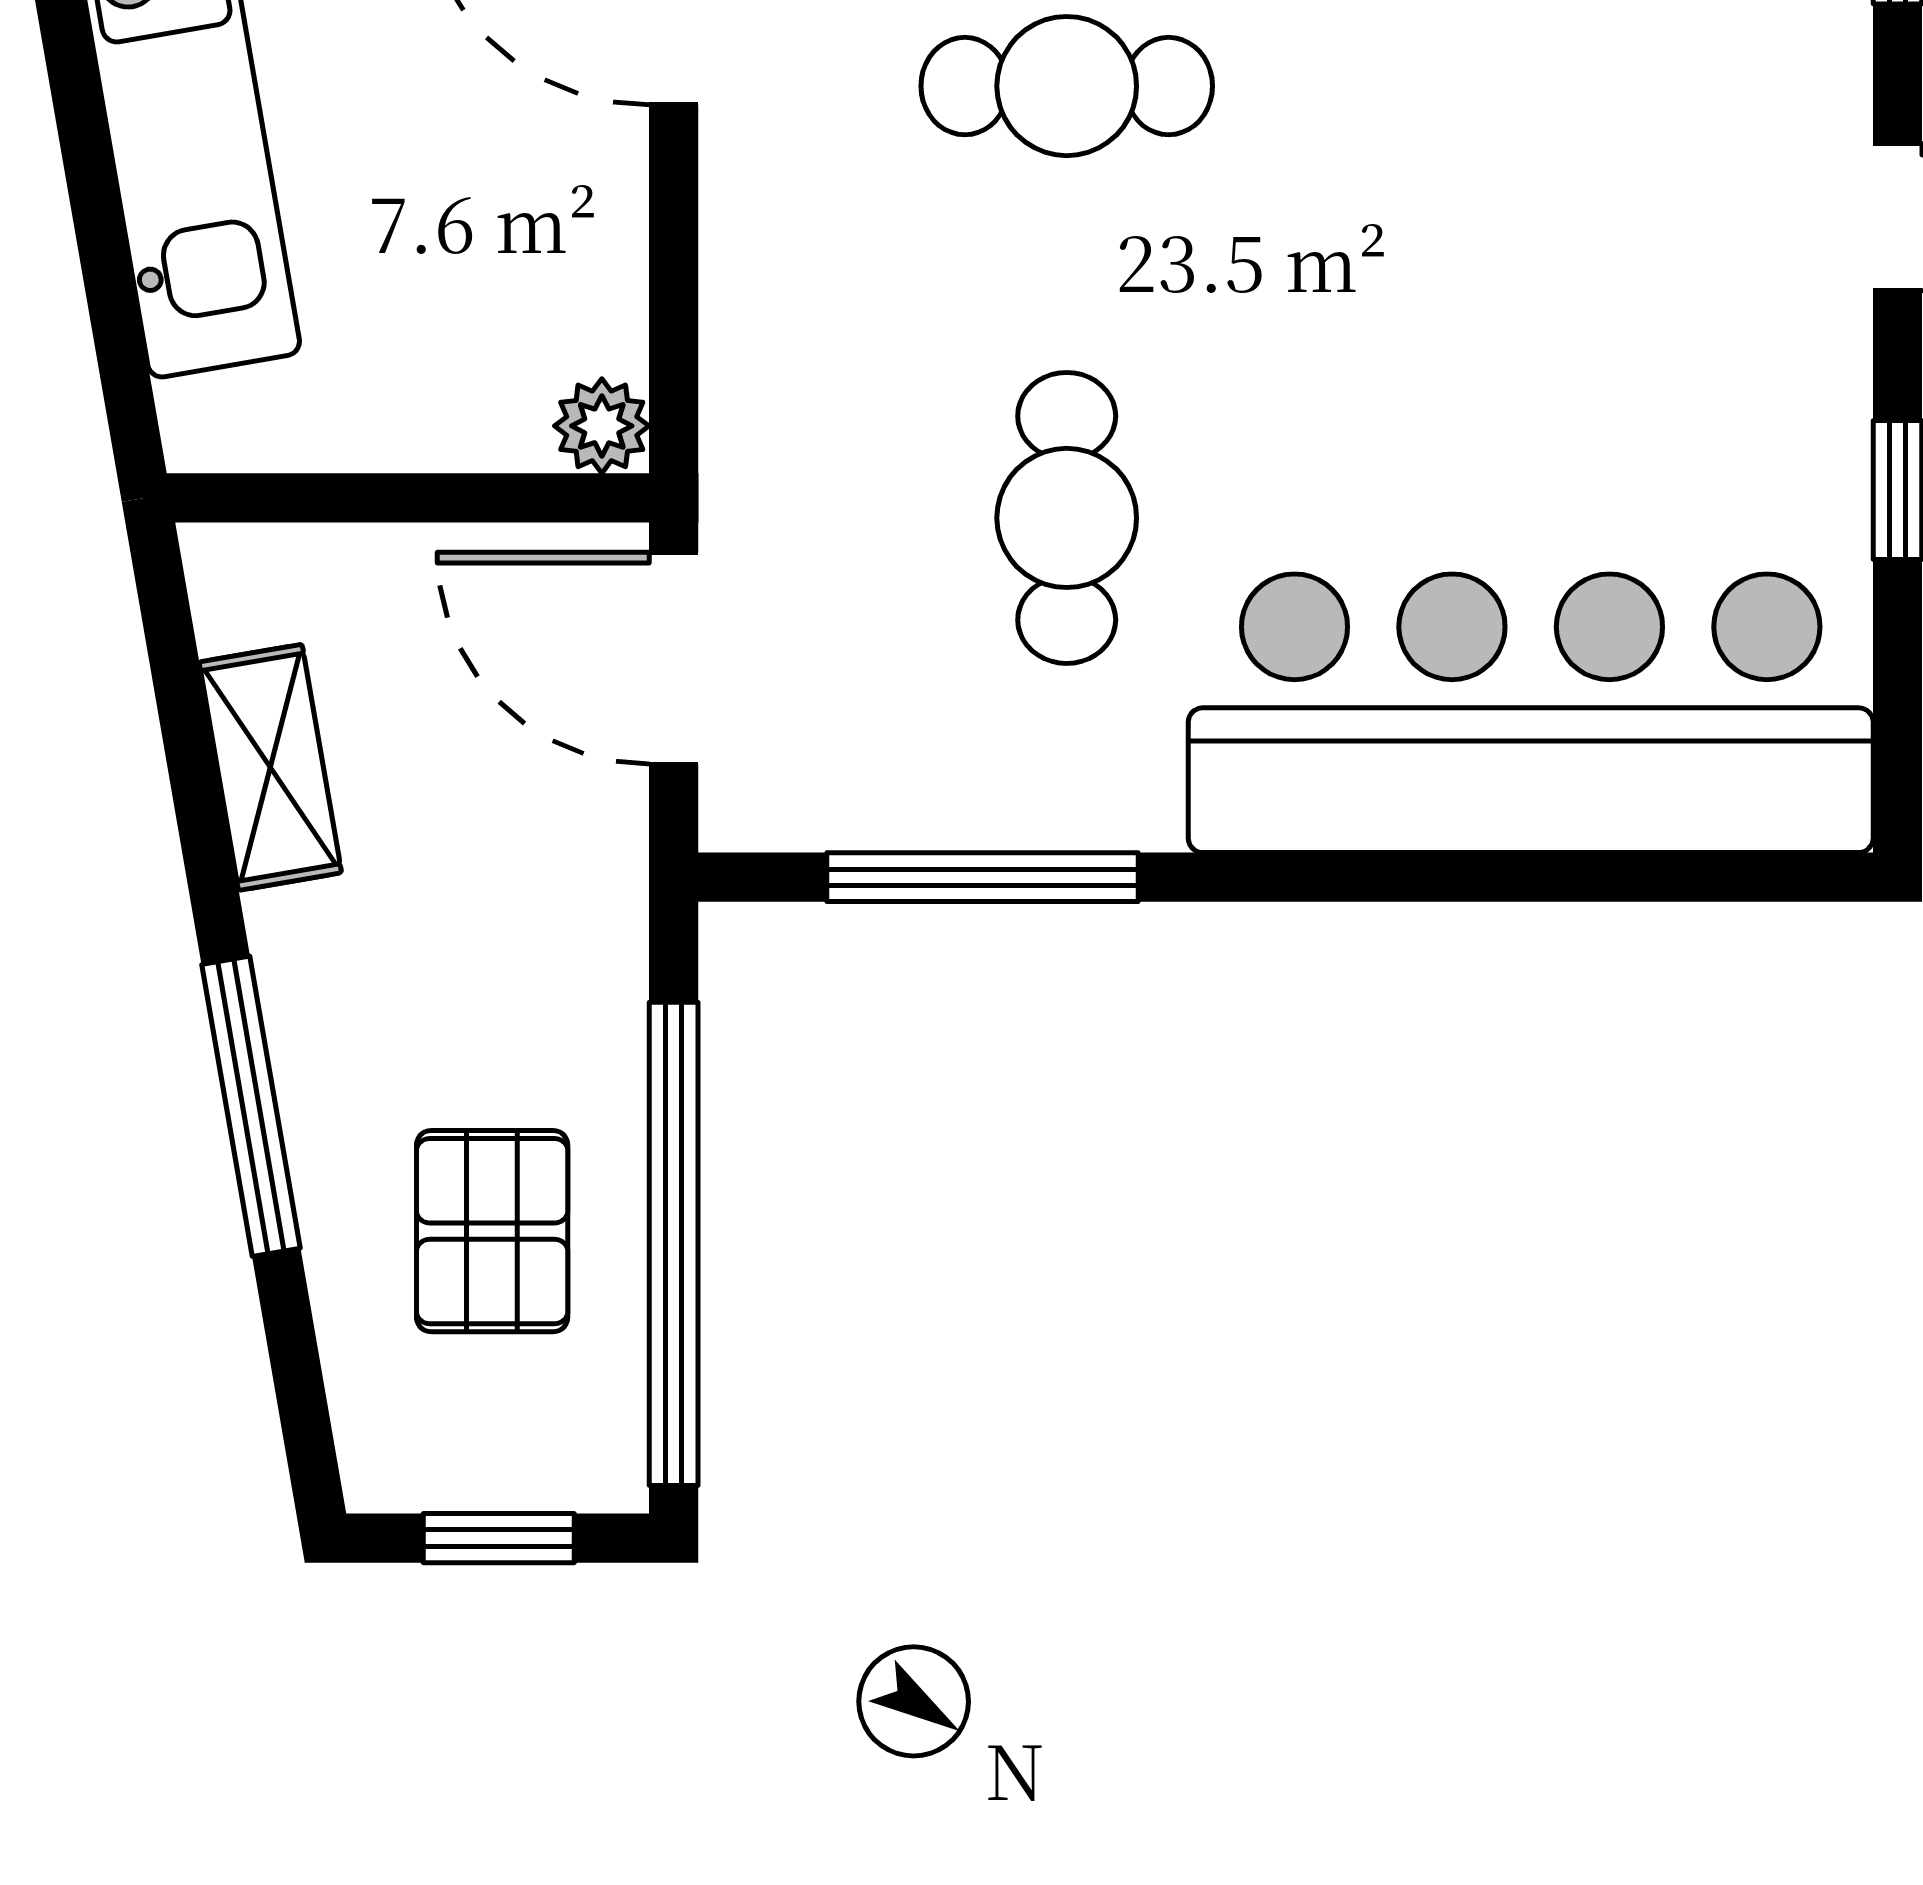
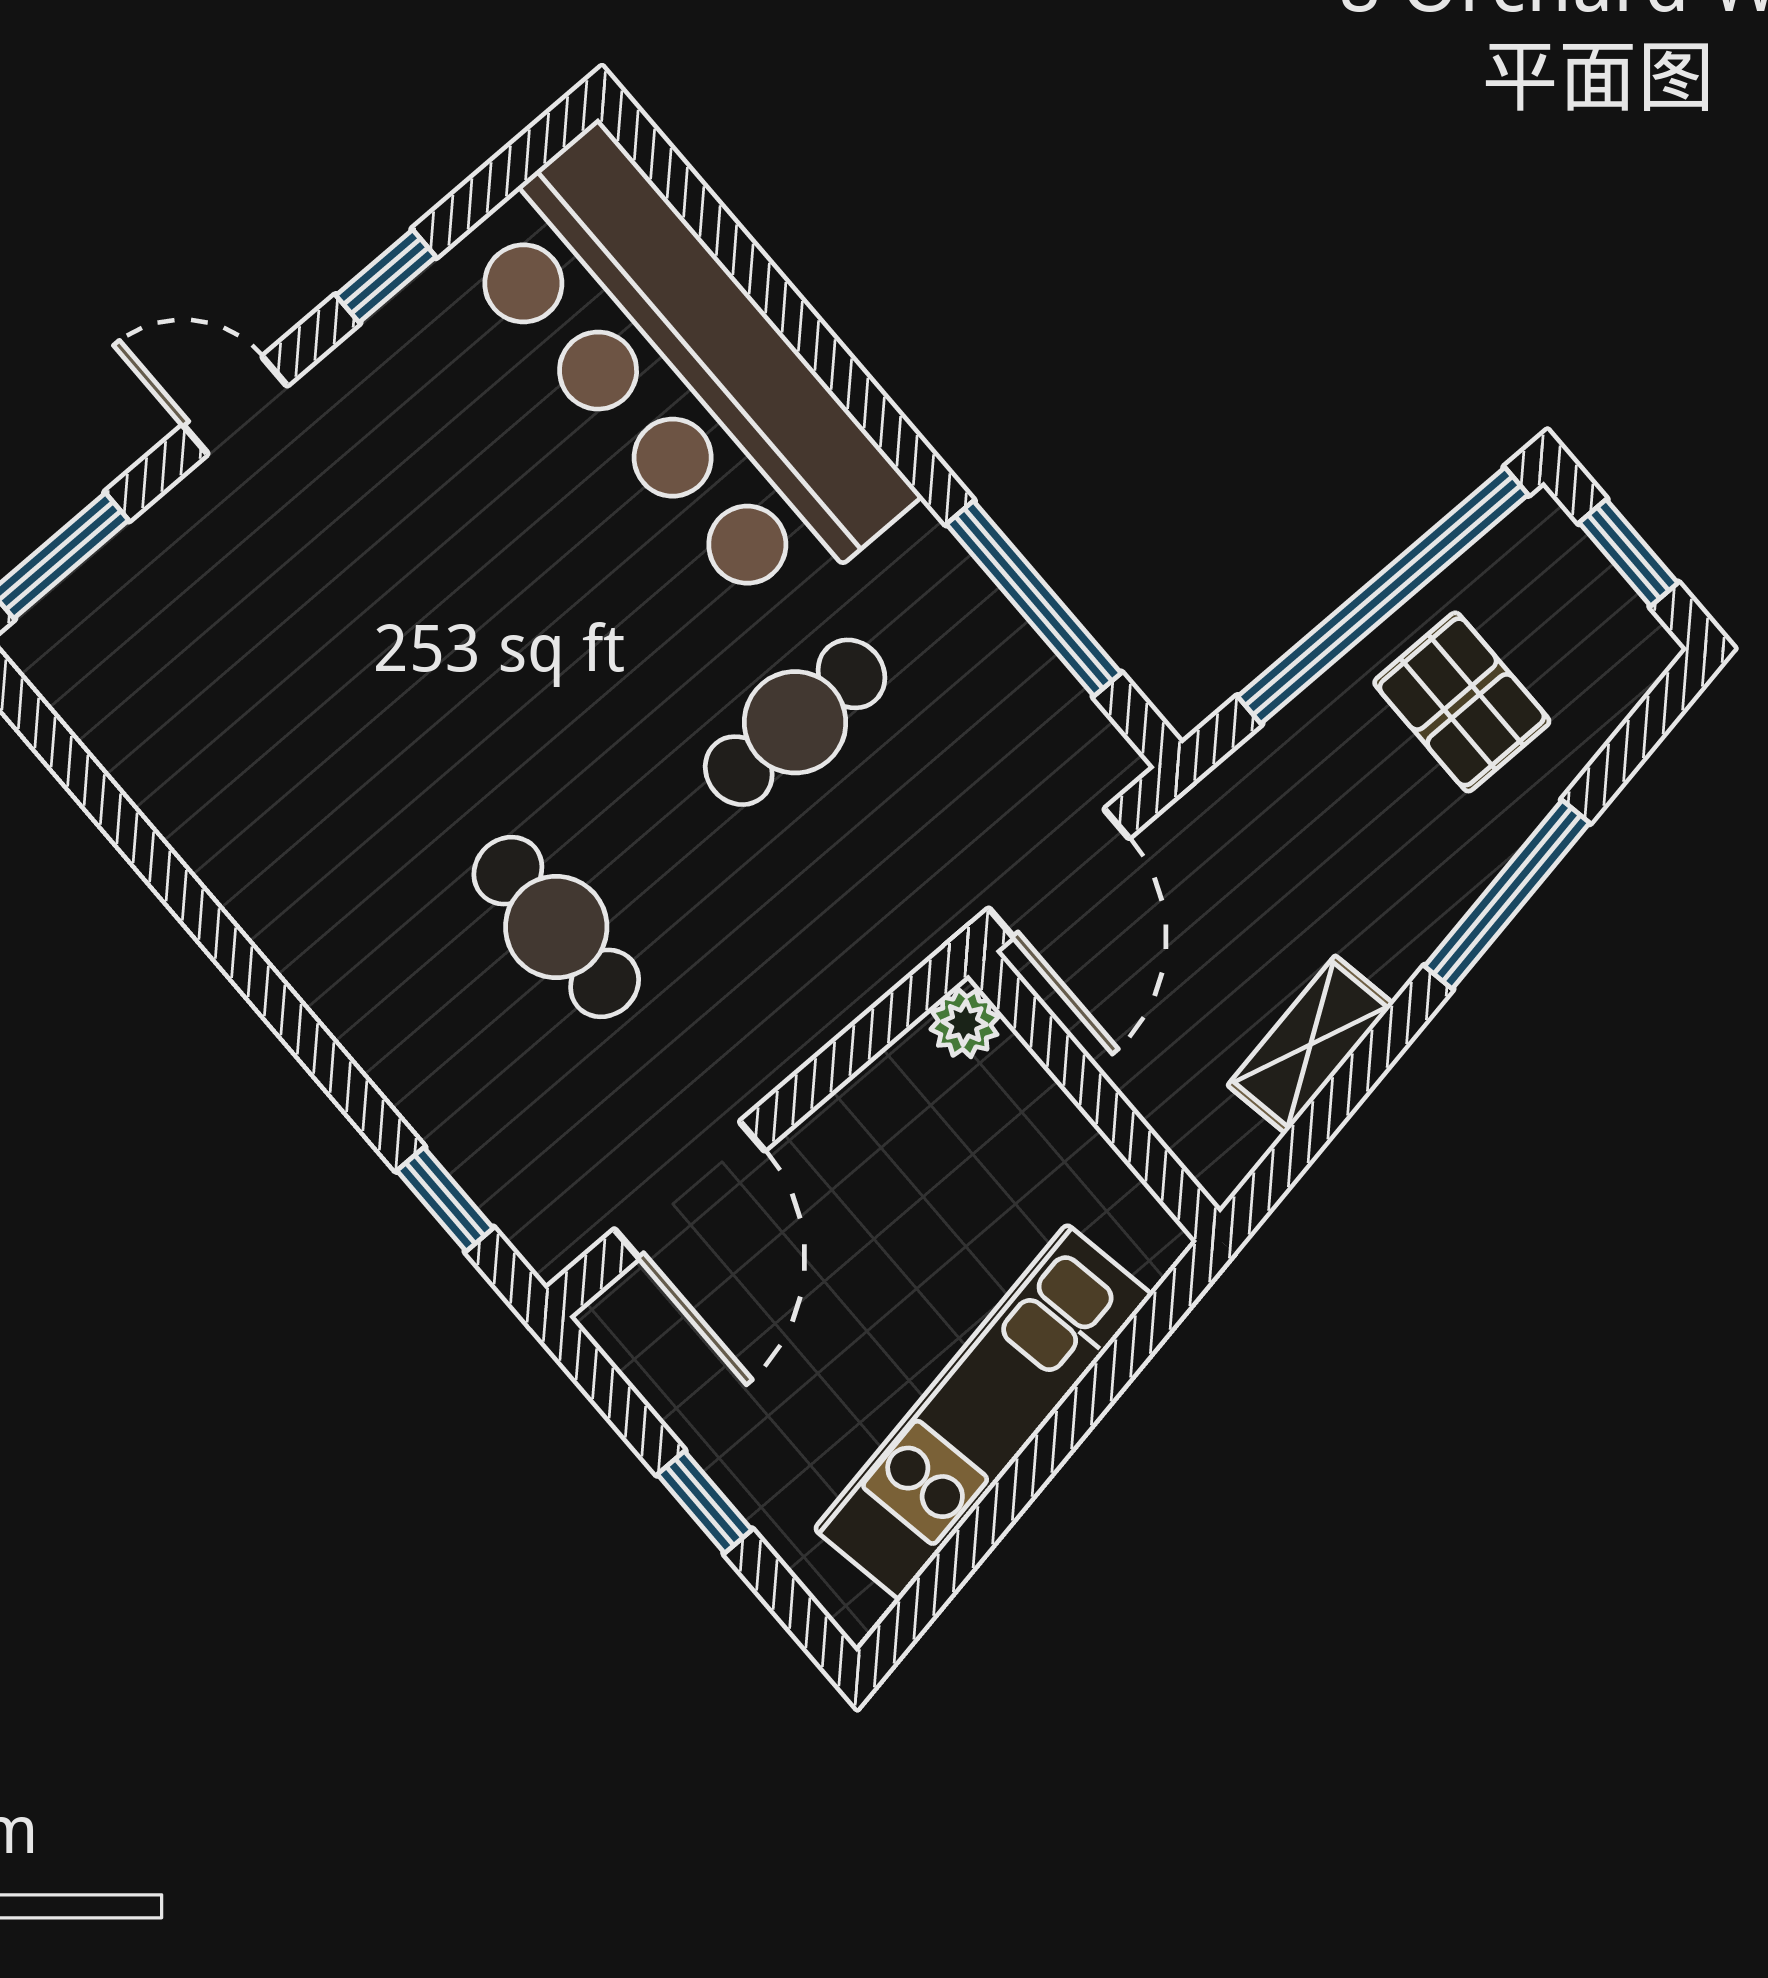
pallet: (492, 1231) -> (1462, 702), turned 90

